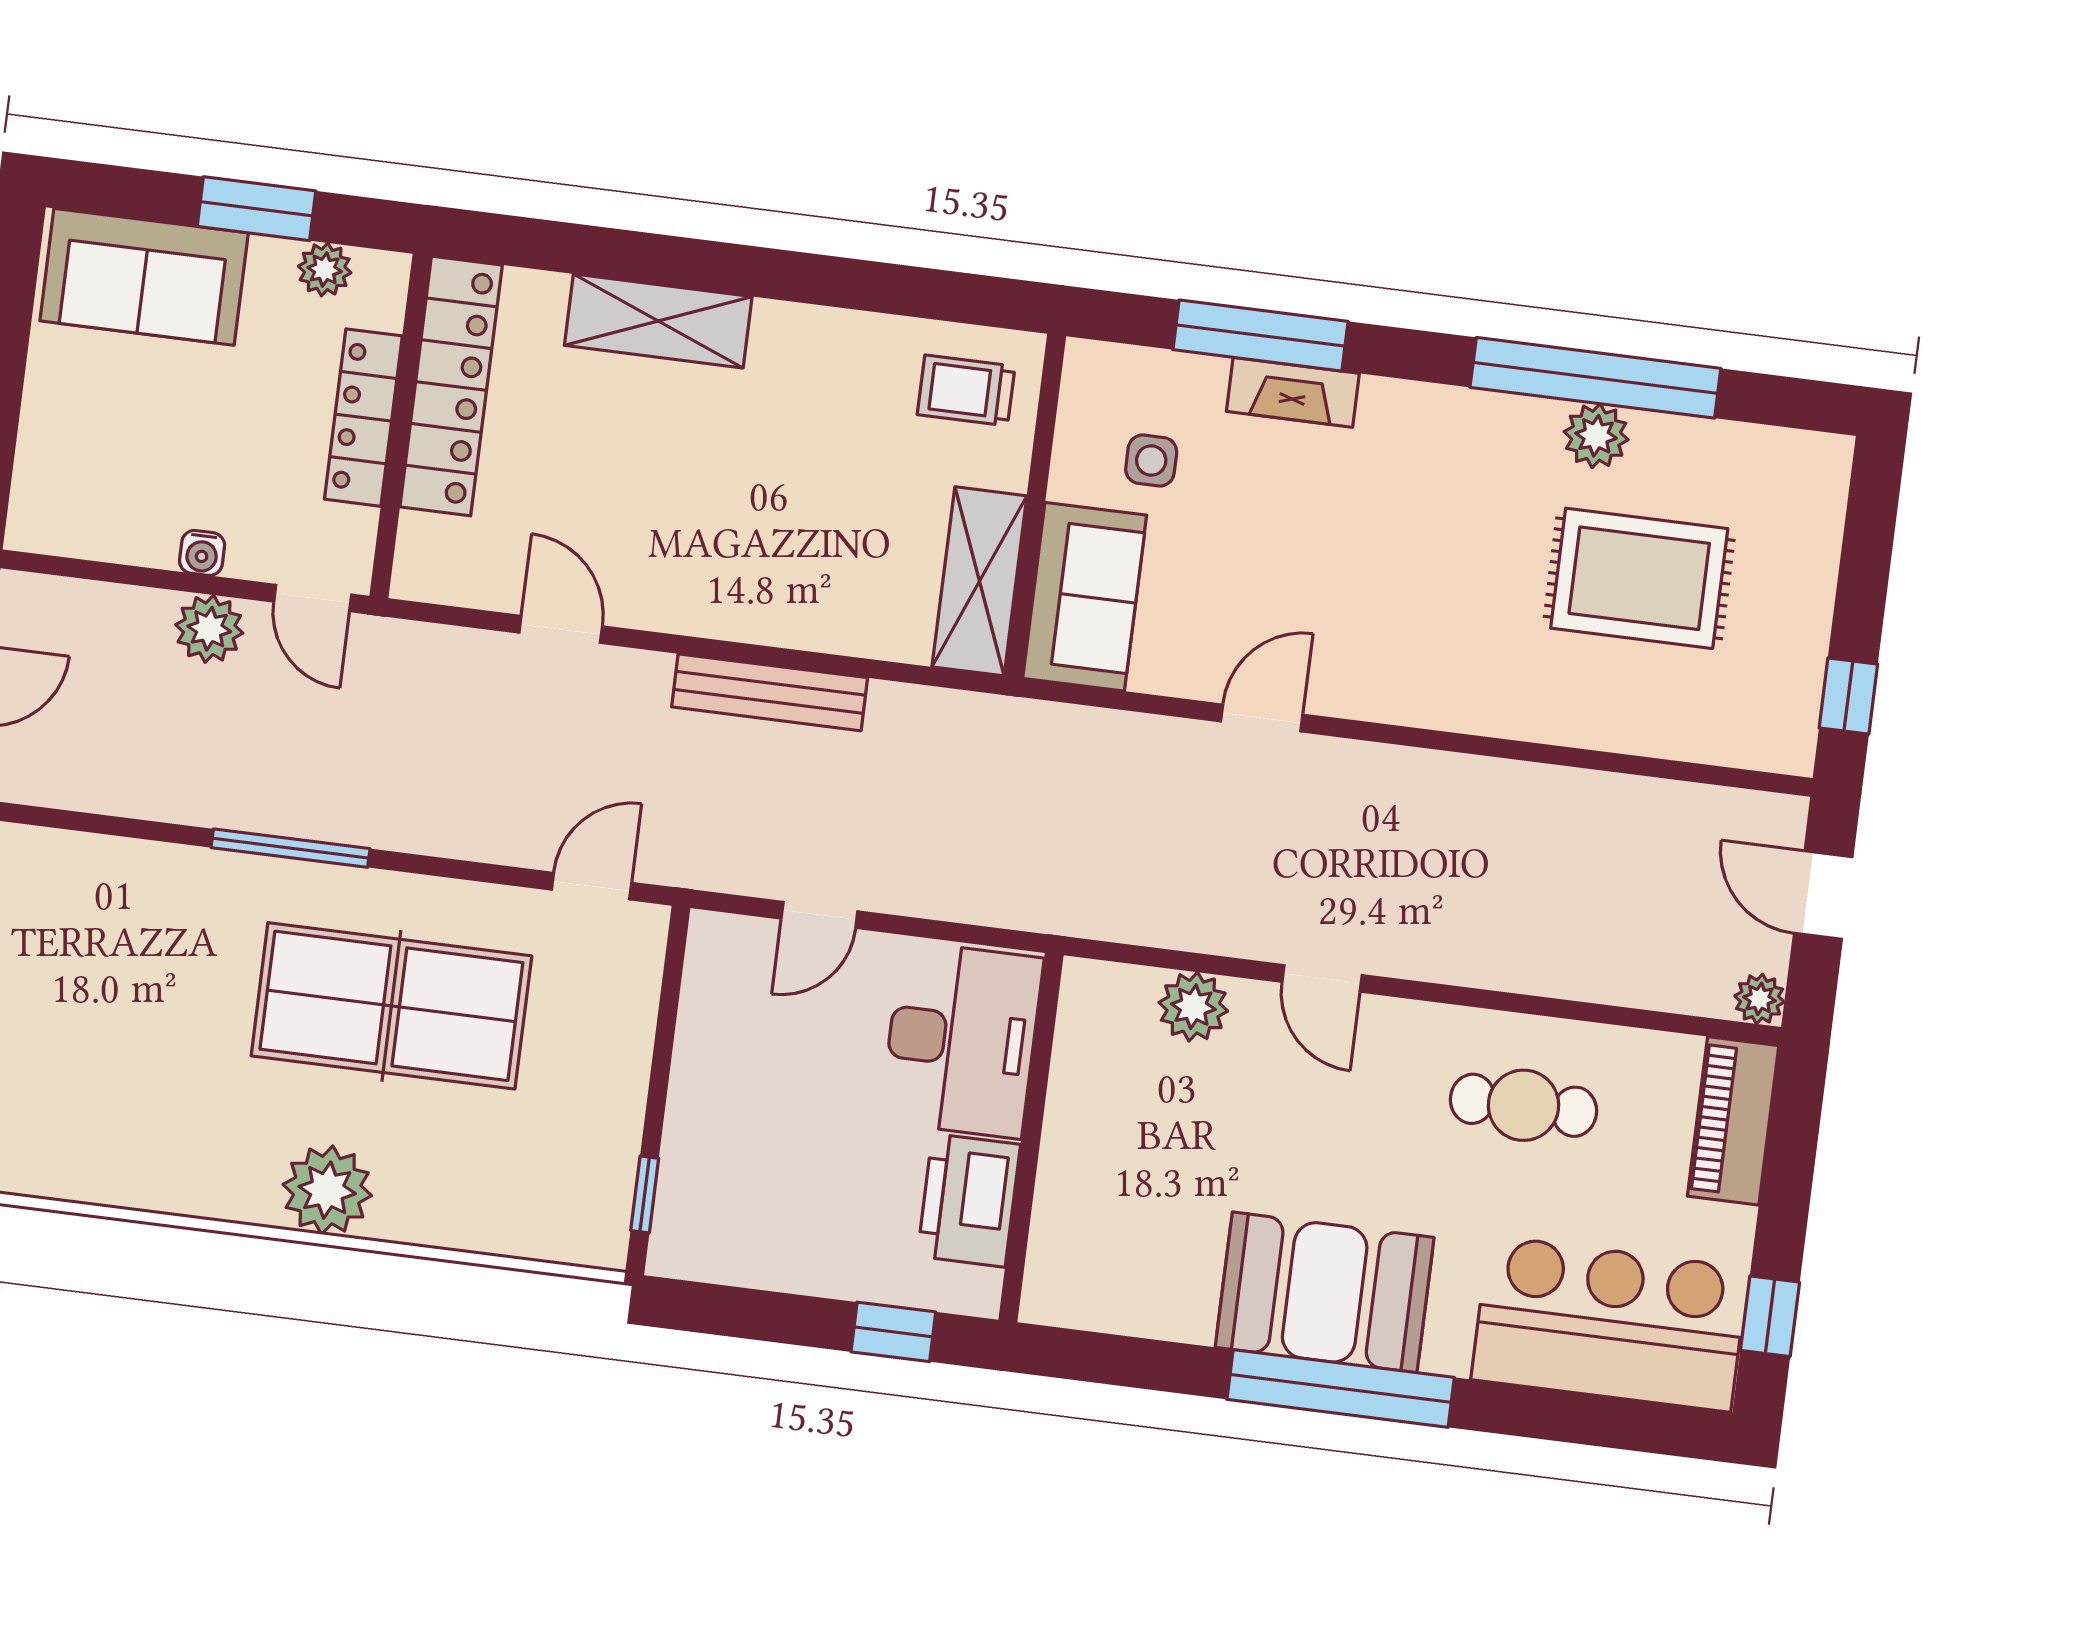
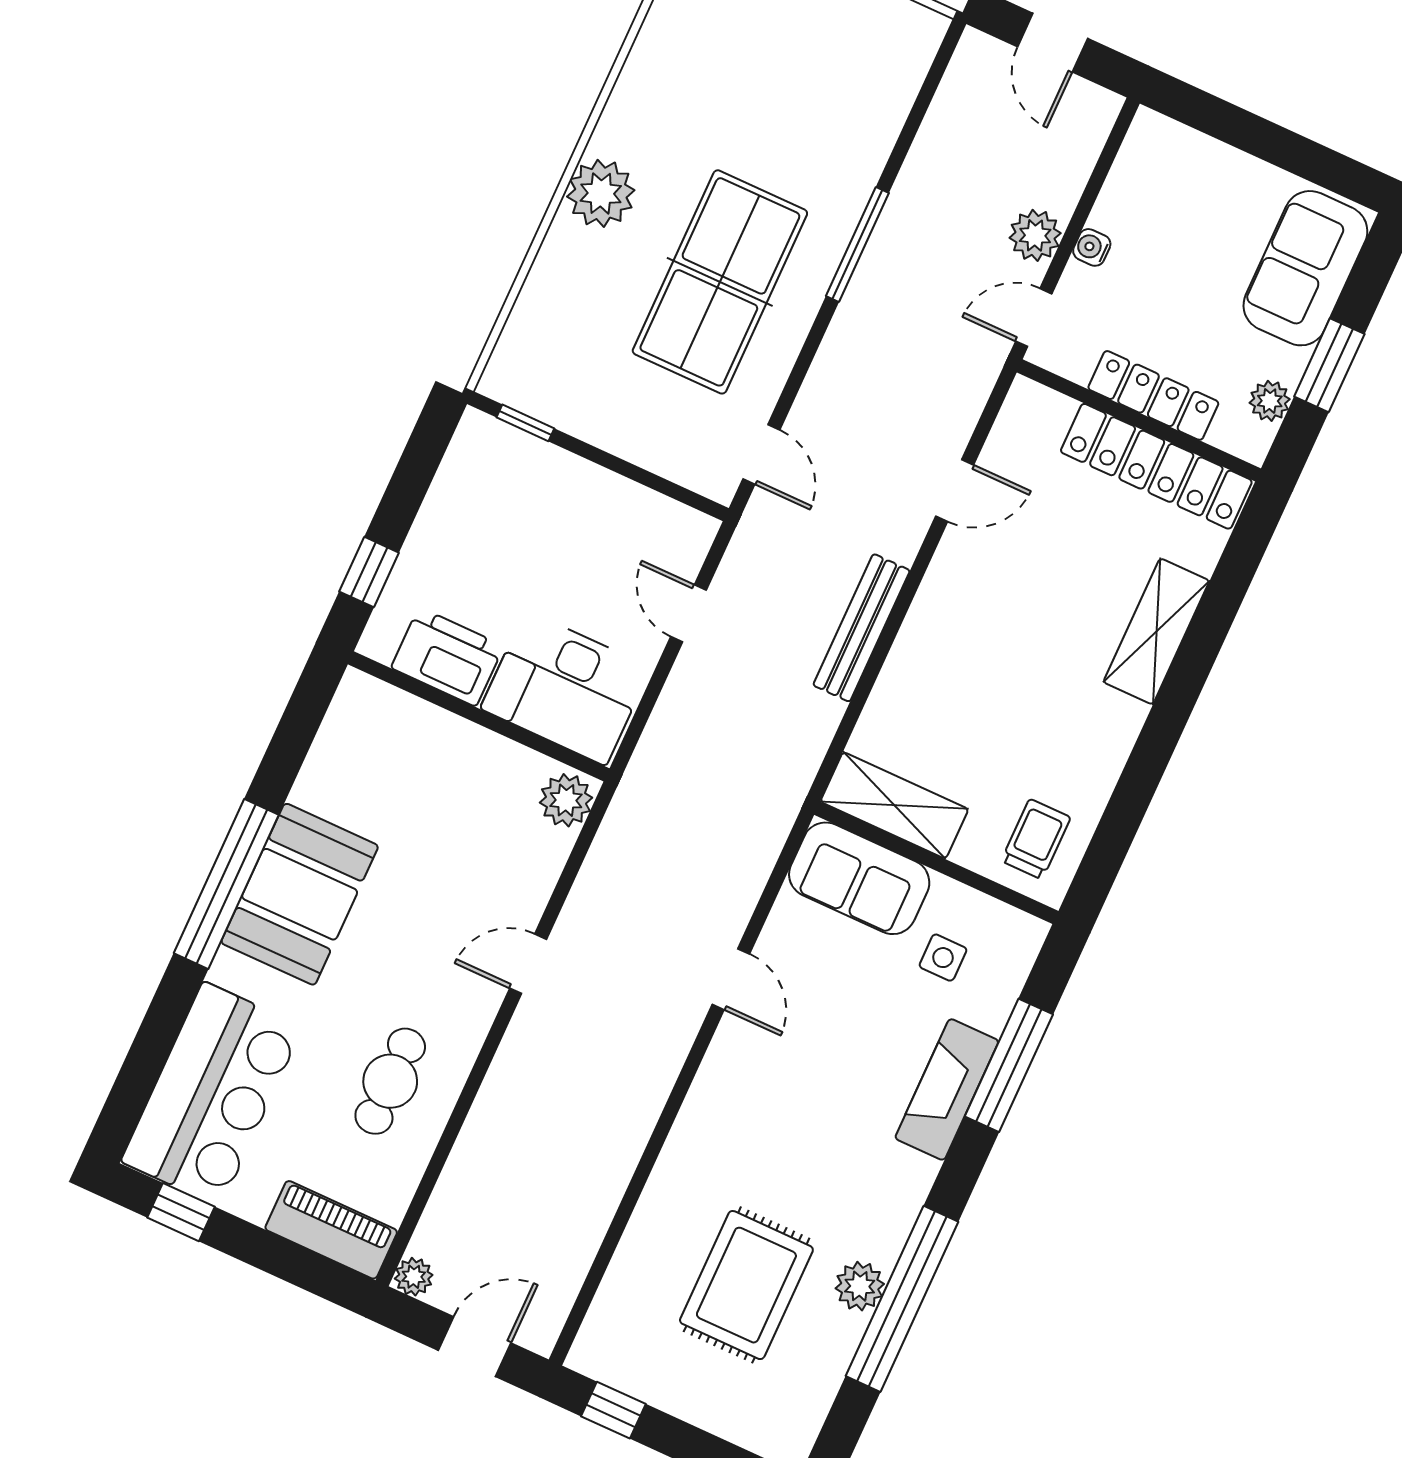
fireplace: (1293, 392) -> (947, 1089), width x1.37, depth x1.32
plant: (1193, 1007) -> (566, 800), moved

